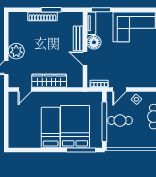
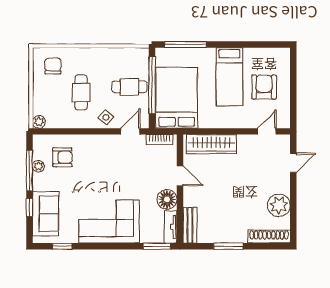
shoe rack: (42, 16) -> (269, 237), moved
bench: (78, 38) -> (190, 225), moved
plant: (16, 51) -> (279, 205), moved
wardrobe: (49, 81) -> (211, 144), moved
armchair: (27, 120) -> (264, 87), added
bed: (75, 127) -> (177, 98), moved, turned 180

